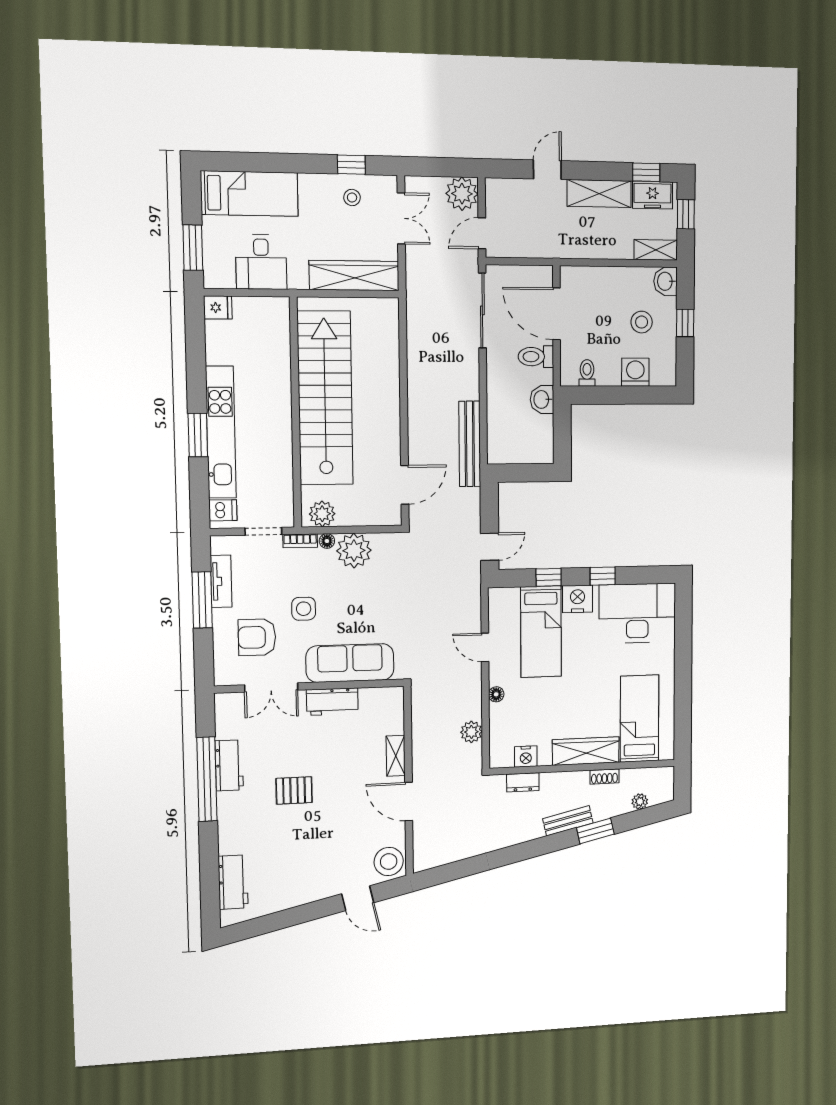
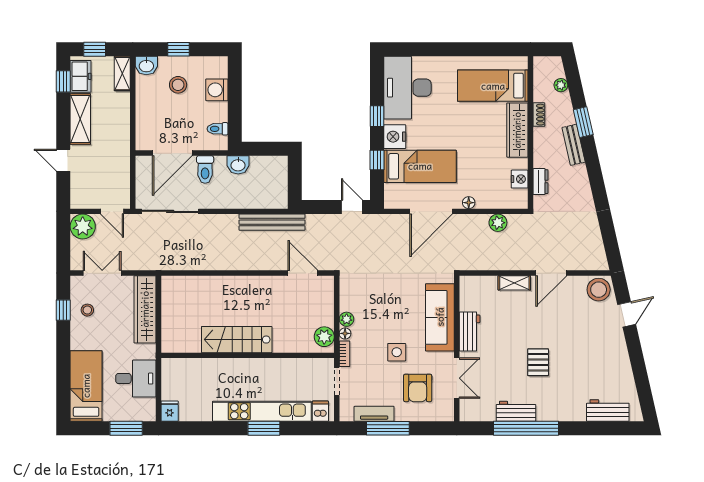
stairs: (325, 398) -> (237, 340), width x0.54, depth x0.66
plant: (354, 551) -> (347, 319), width x0.53, depth x0.53
door: (485, 647) -> (431, 211), width x1.87

